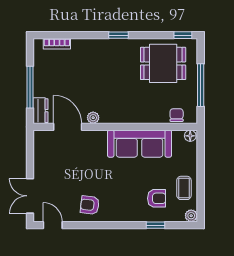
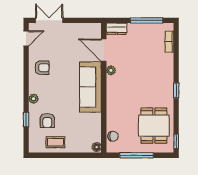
window: (30, 87) -> (146, 20), moved
door: (68, 127) -> (104, 50), swing flipped
sofa: (139, 144) -> (90, 87), moved
armchair: (90, 205) -> (42, 68), turned 83
plant: (191, 216) -> (34, 99), moved

